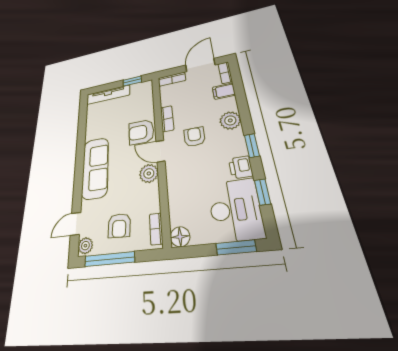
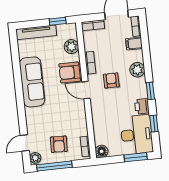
sofa: (95, 168) -> (32, 82), moved
plant: (149, 173) -> (71, 47), moved

